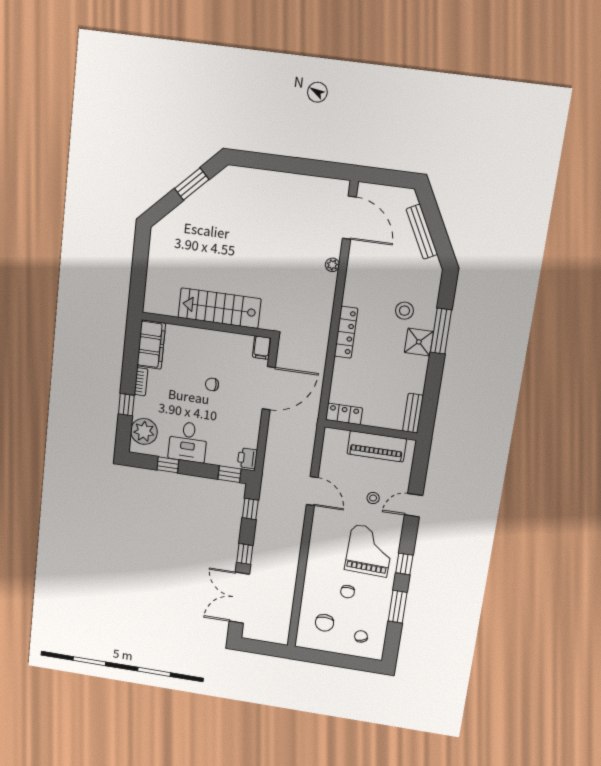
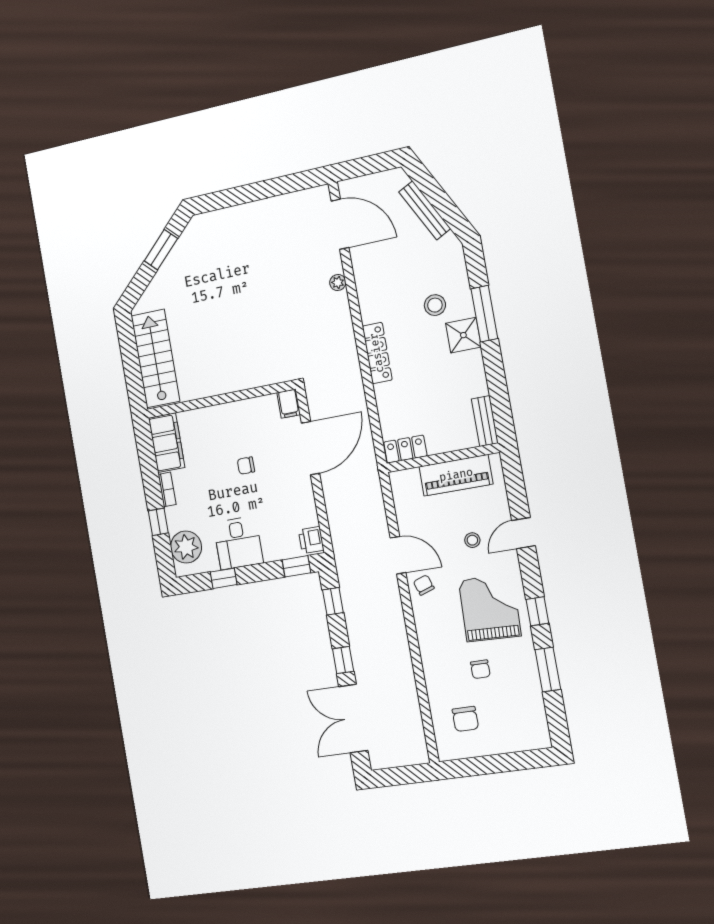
stairs: (219, 308) -> (155, 358), moved, turned 90
chair: (361, 636) -> (424, 585), moved

